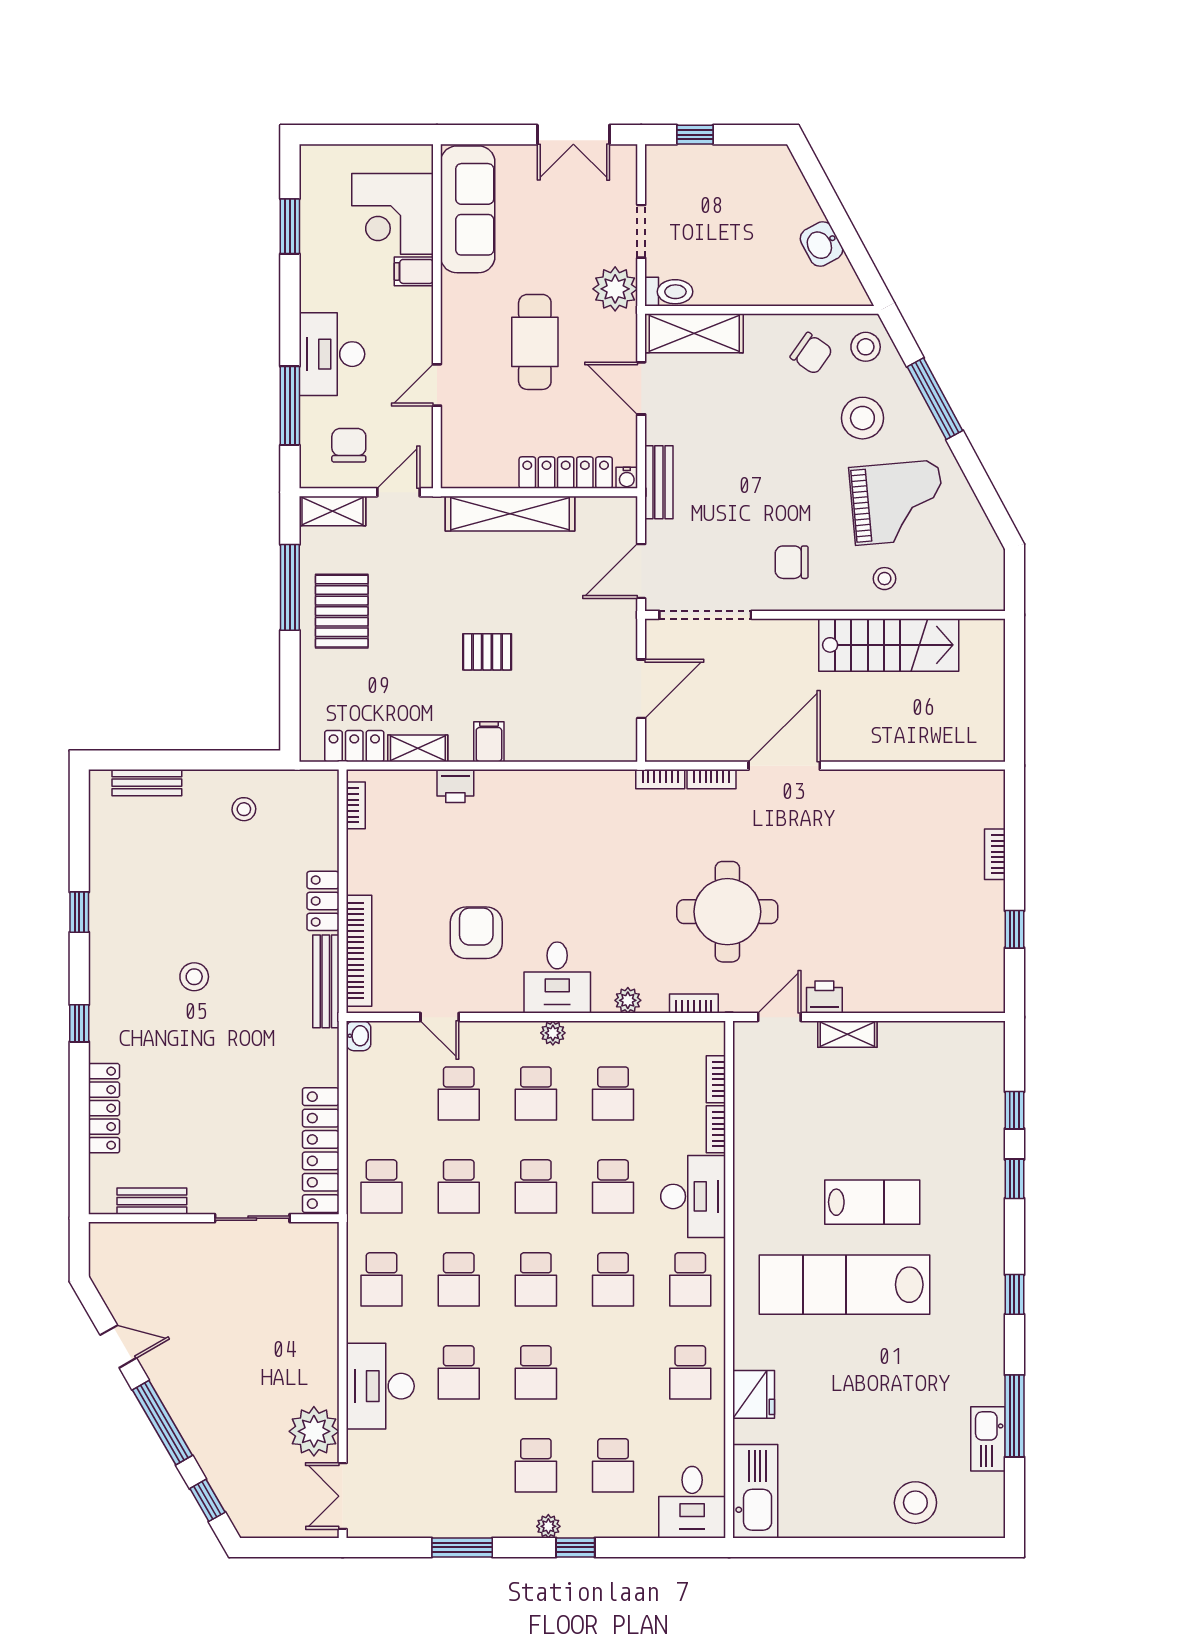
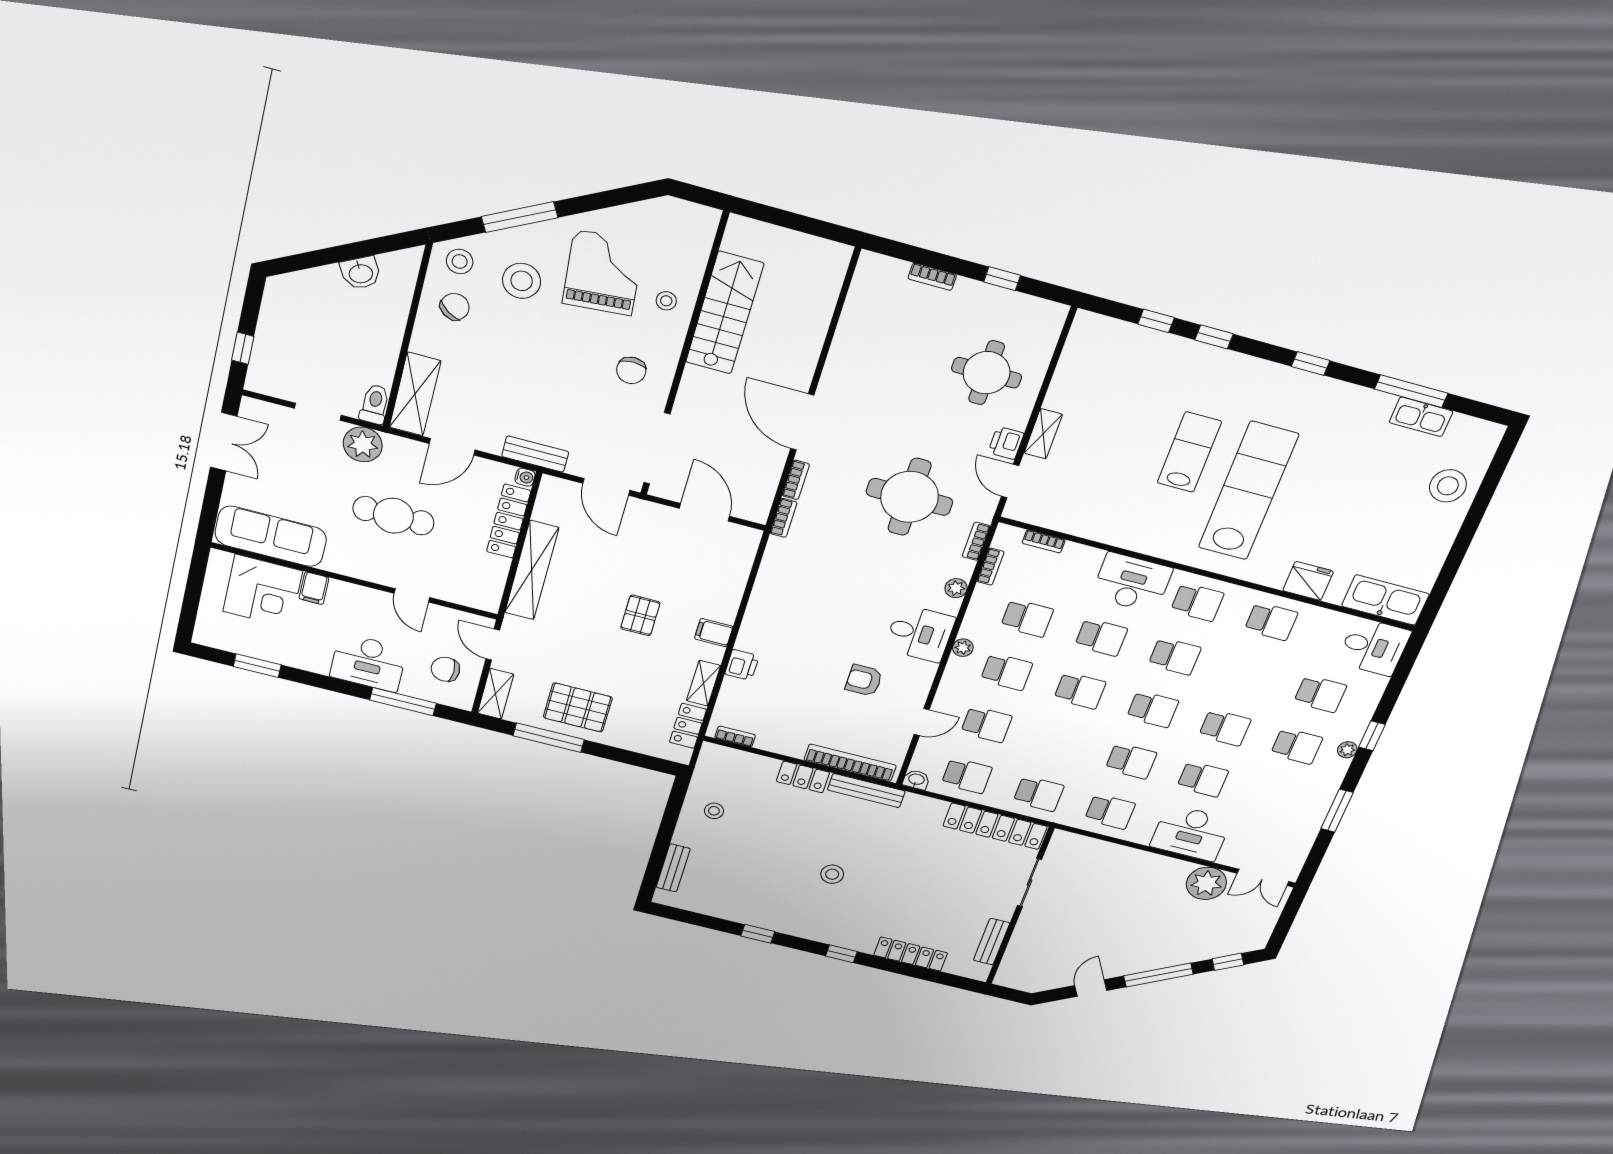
armchair: (476, 933) -> (864, 680), width x0.72, depth x0.72
round table: (901, 948) -> (987, 373), added
bookcase: (716, 1129) -> (991, 567), moved, turned -90
school desk: (459, 1186) -> (967, 776), moved
lab bench: (845, 1285) -> (1248, 491), turned 180

